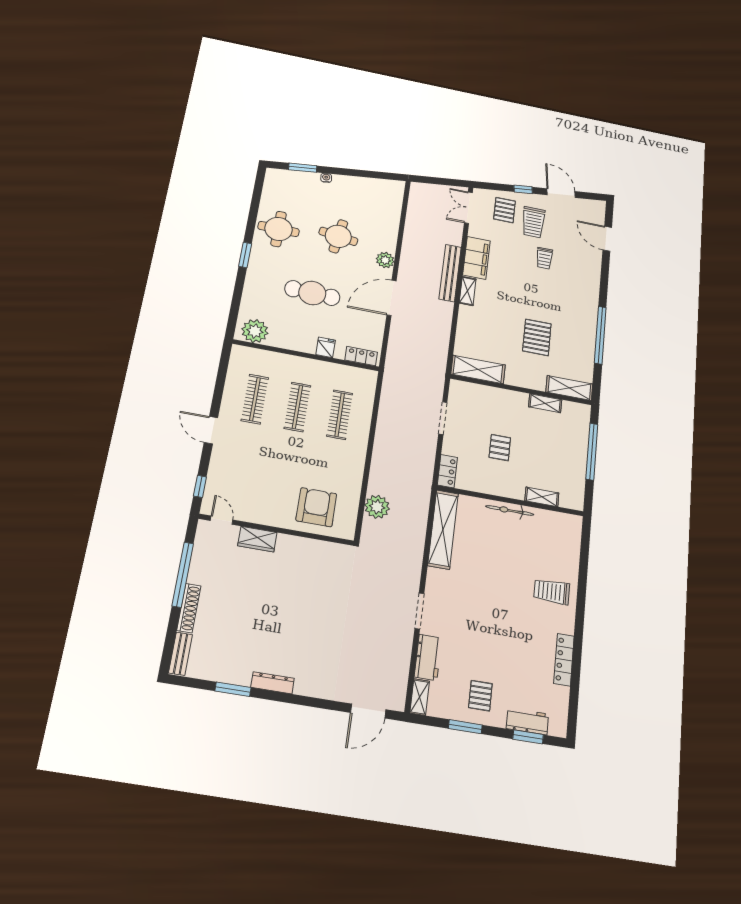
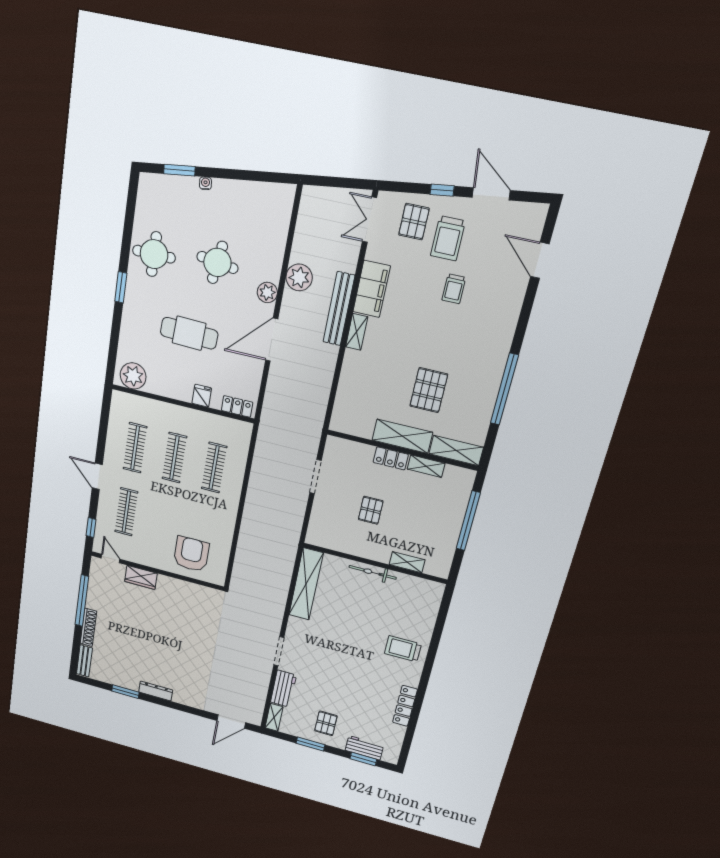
shelving: (478, 369) -> (402, 436), moved
clothes rail: (243, 466) -> (126, 512), added
locker: (447, 471) -> (391, 458), moved, turned 90
plant: (377, 507) -> (299, 277), moved

